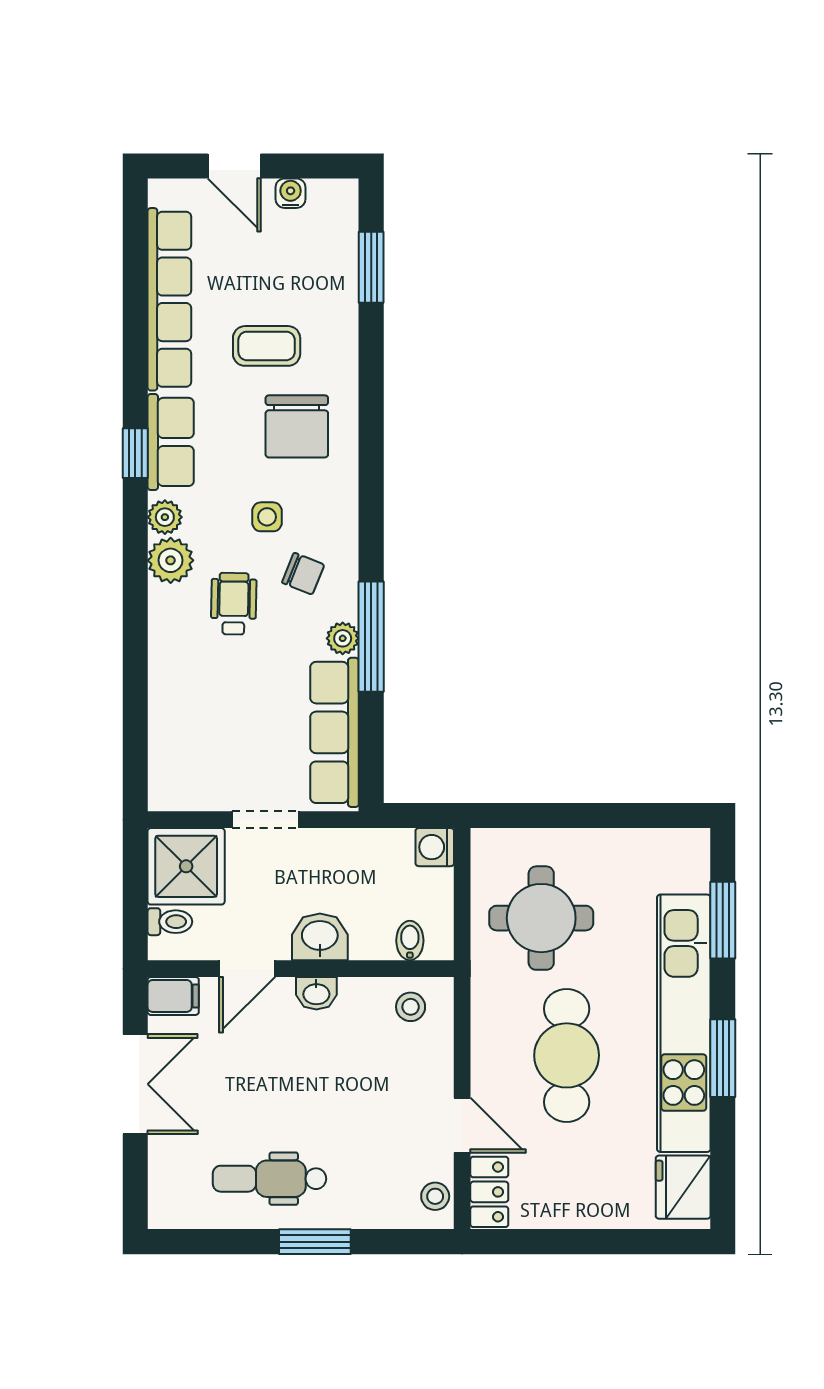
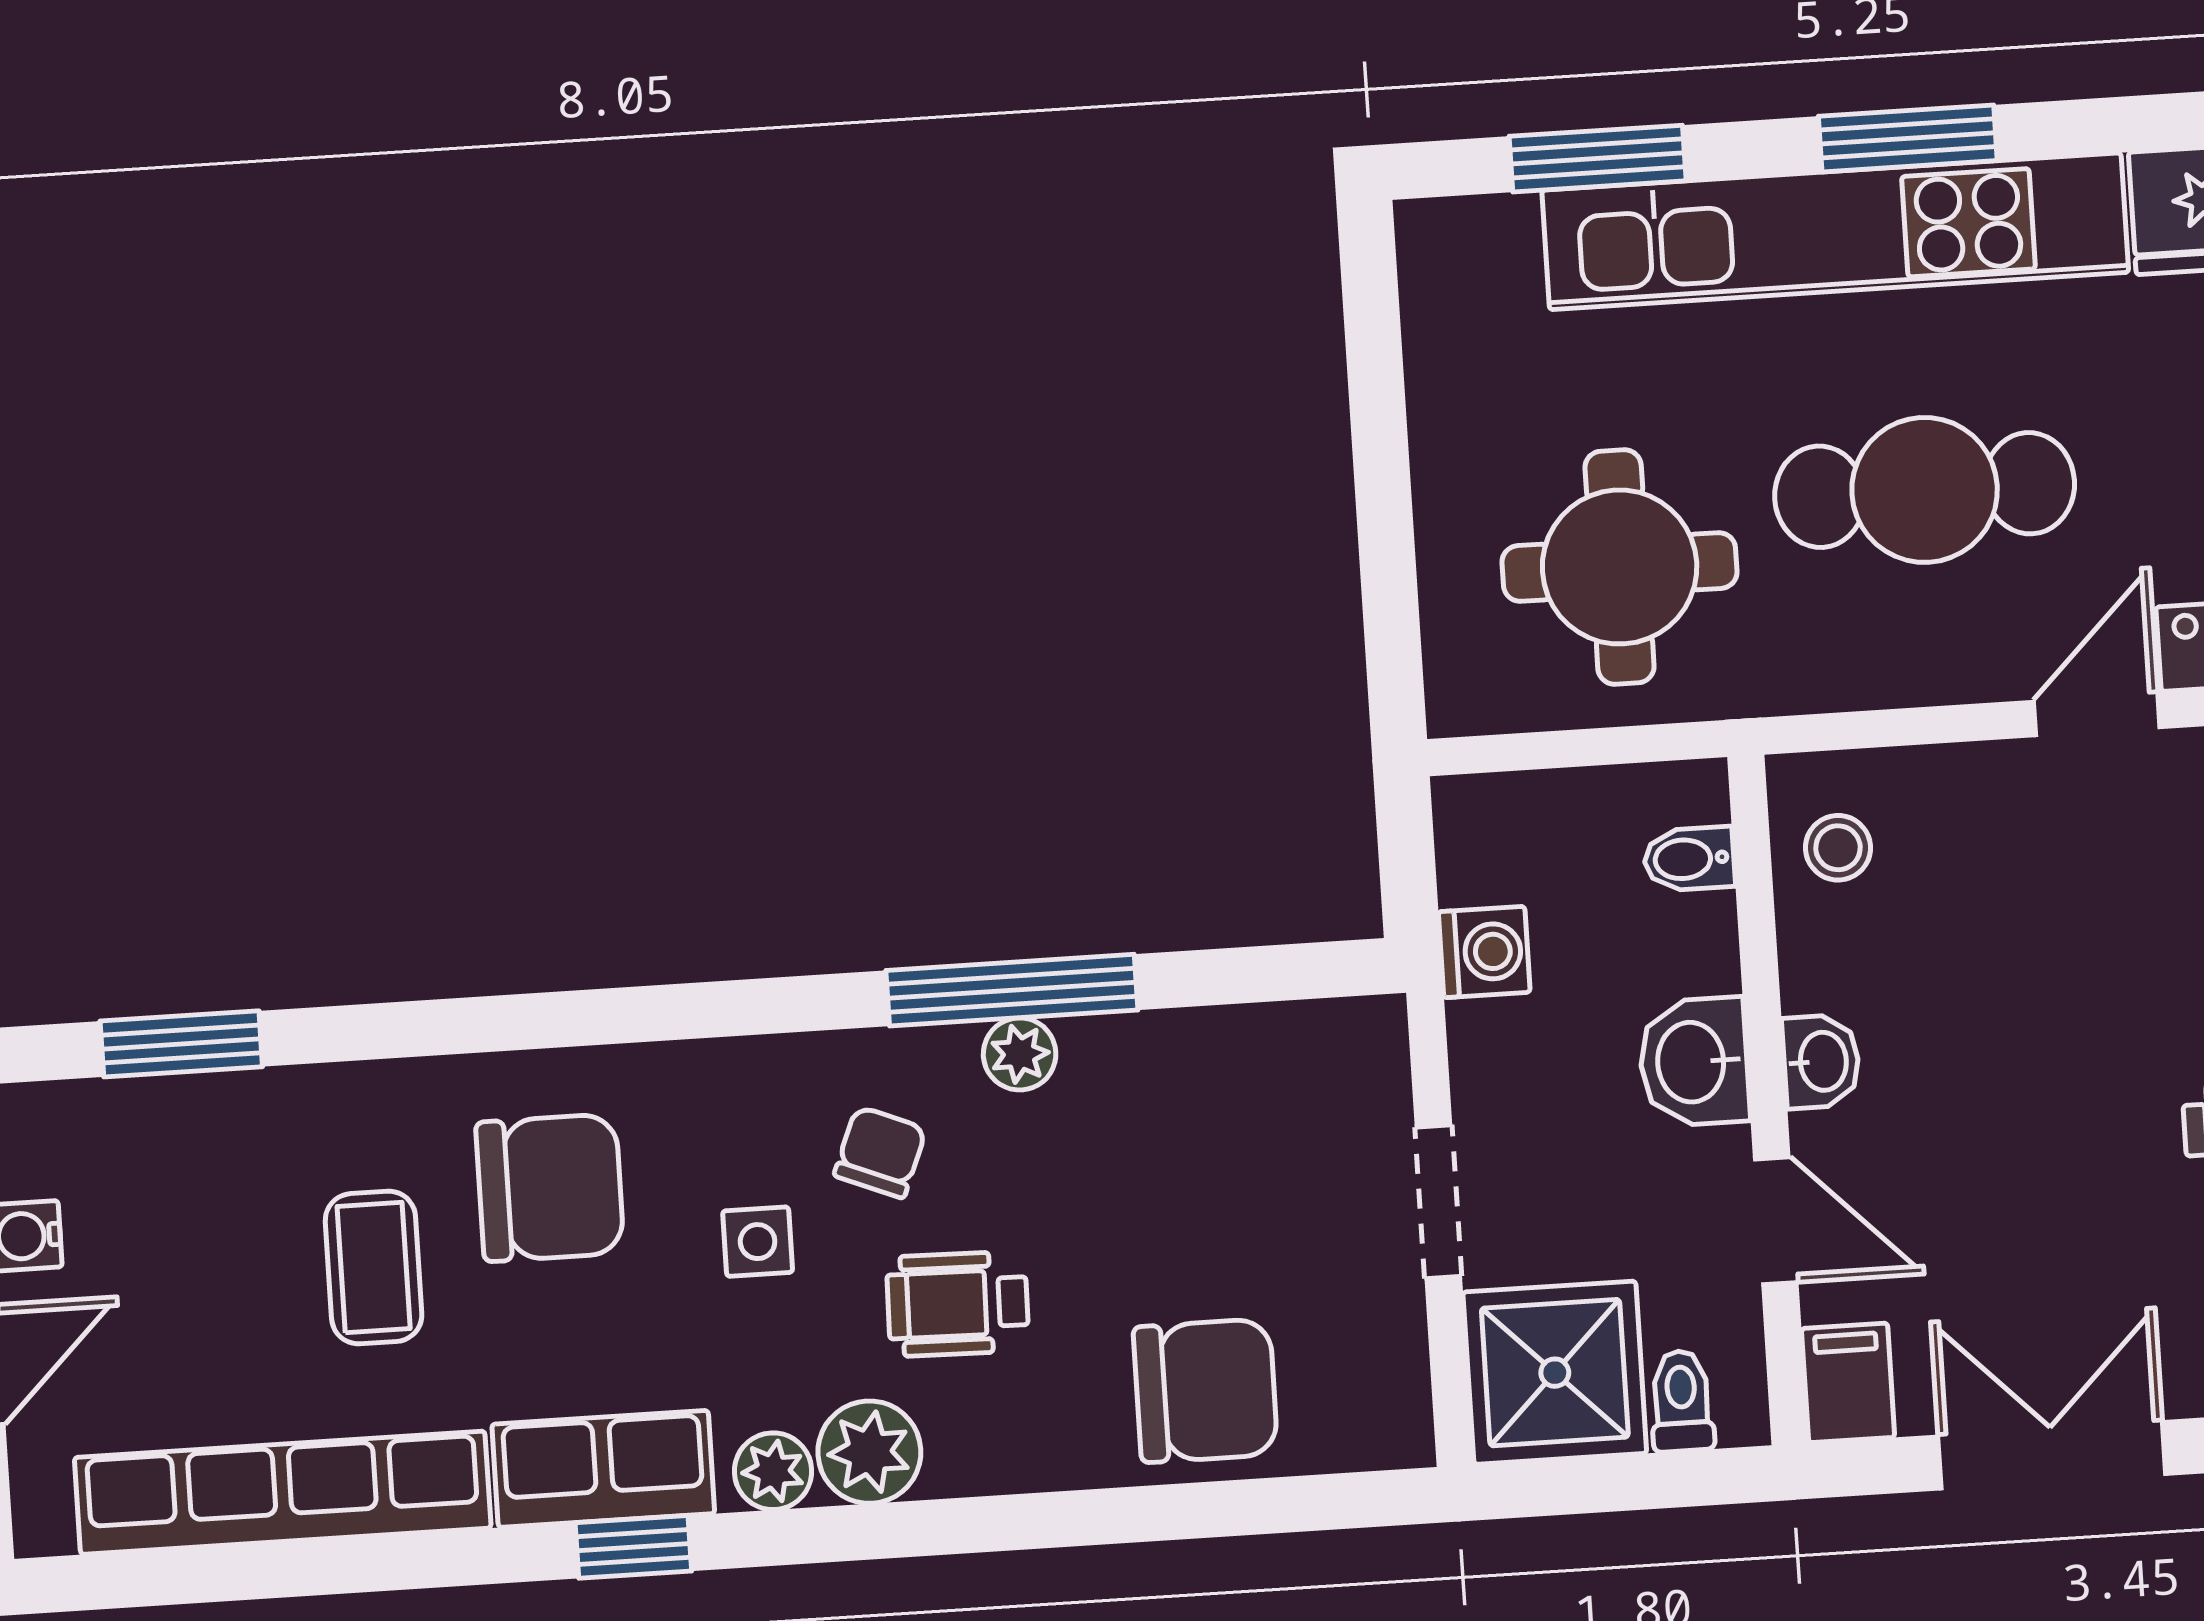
chair: (188, 711) -> (1206, 1391), added
row of seats: (335, 732) -> (1232, 1058), removed
washing machine: (435, 847) -> (1484, 952), moved, turned -90

